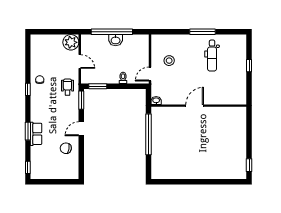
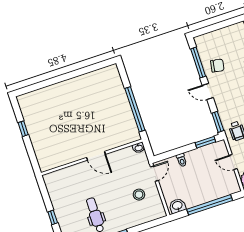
washbasin: (116, 40) -> (177, 206), moved
door: (195, 106) -> (96, 156), hinge flipped
door: (81, 129) -> (208, 91), swing flipped
window: (81, 156) -> (198, 63), added
window: (249, 165) -> (23, 129), moved

